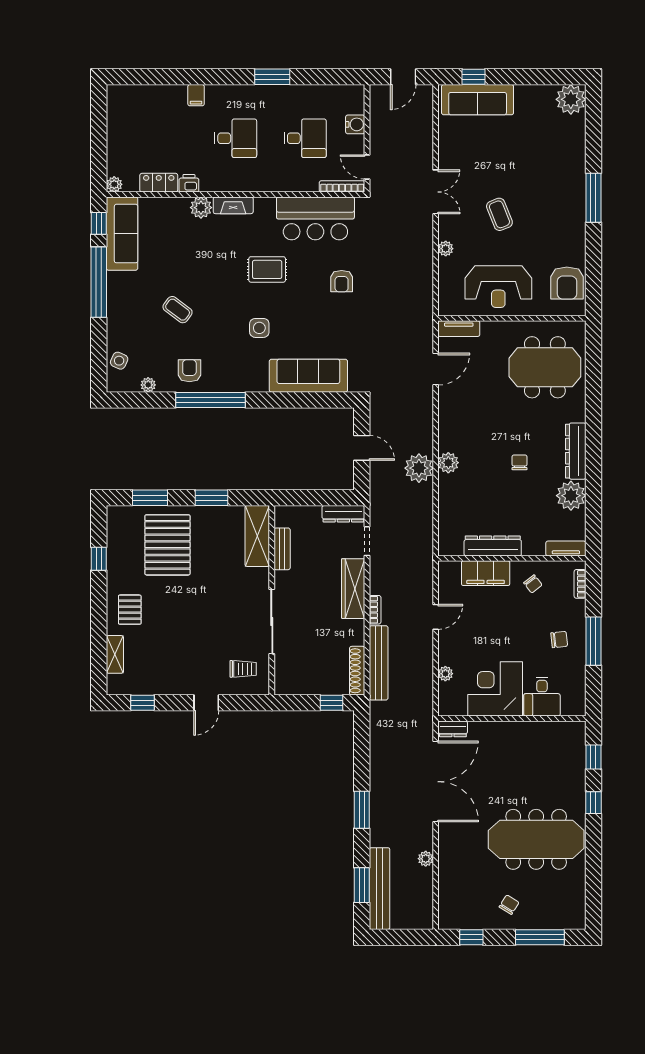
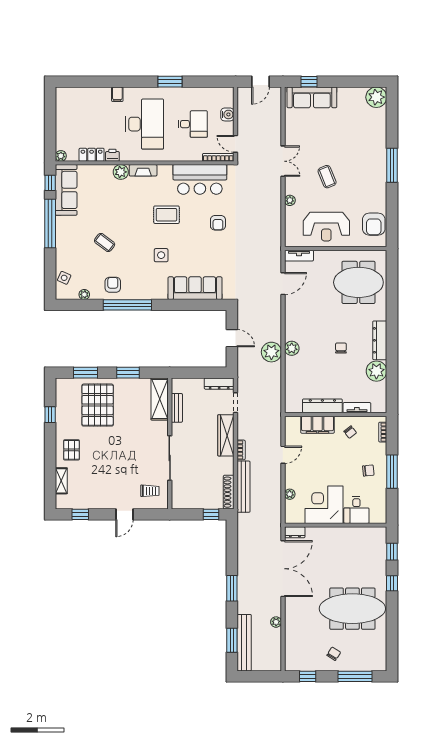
desk: (236, 138) -> (145, 124), width x1.87, depth x1.30
tv unit: (566, 549) -> (357, 408), moved

